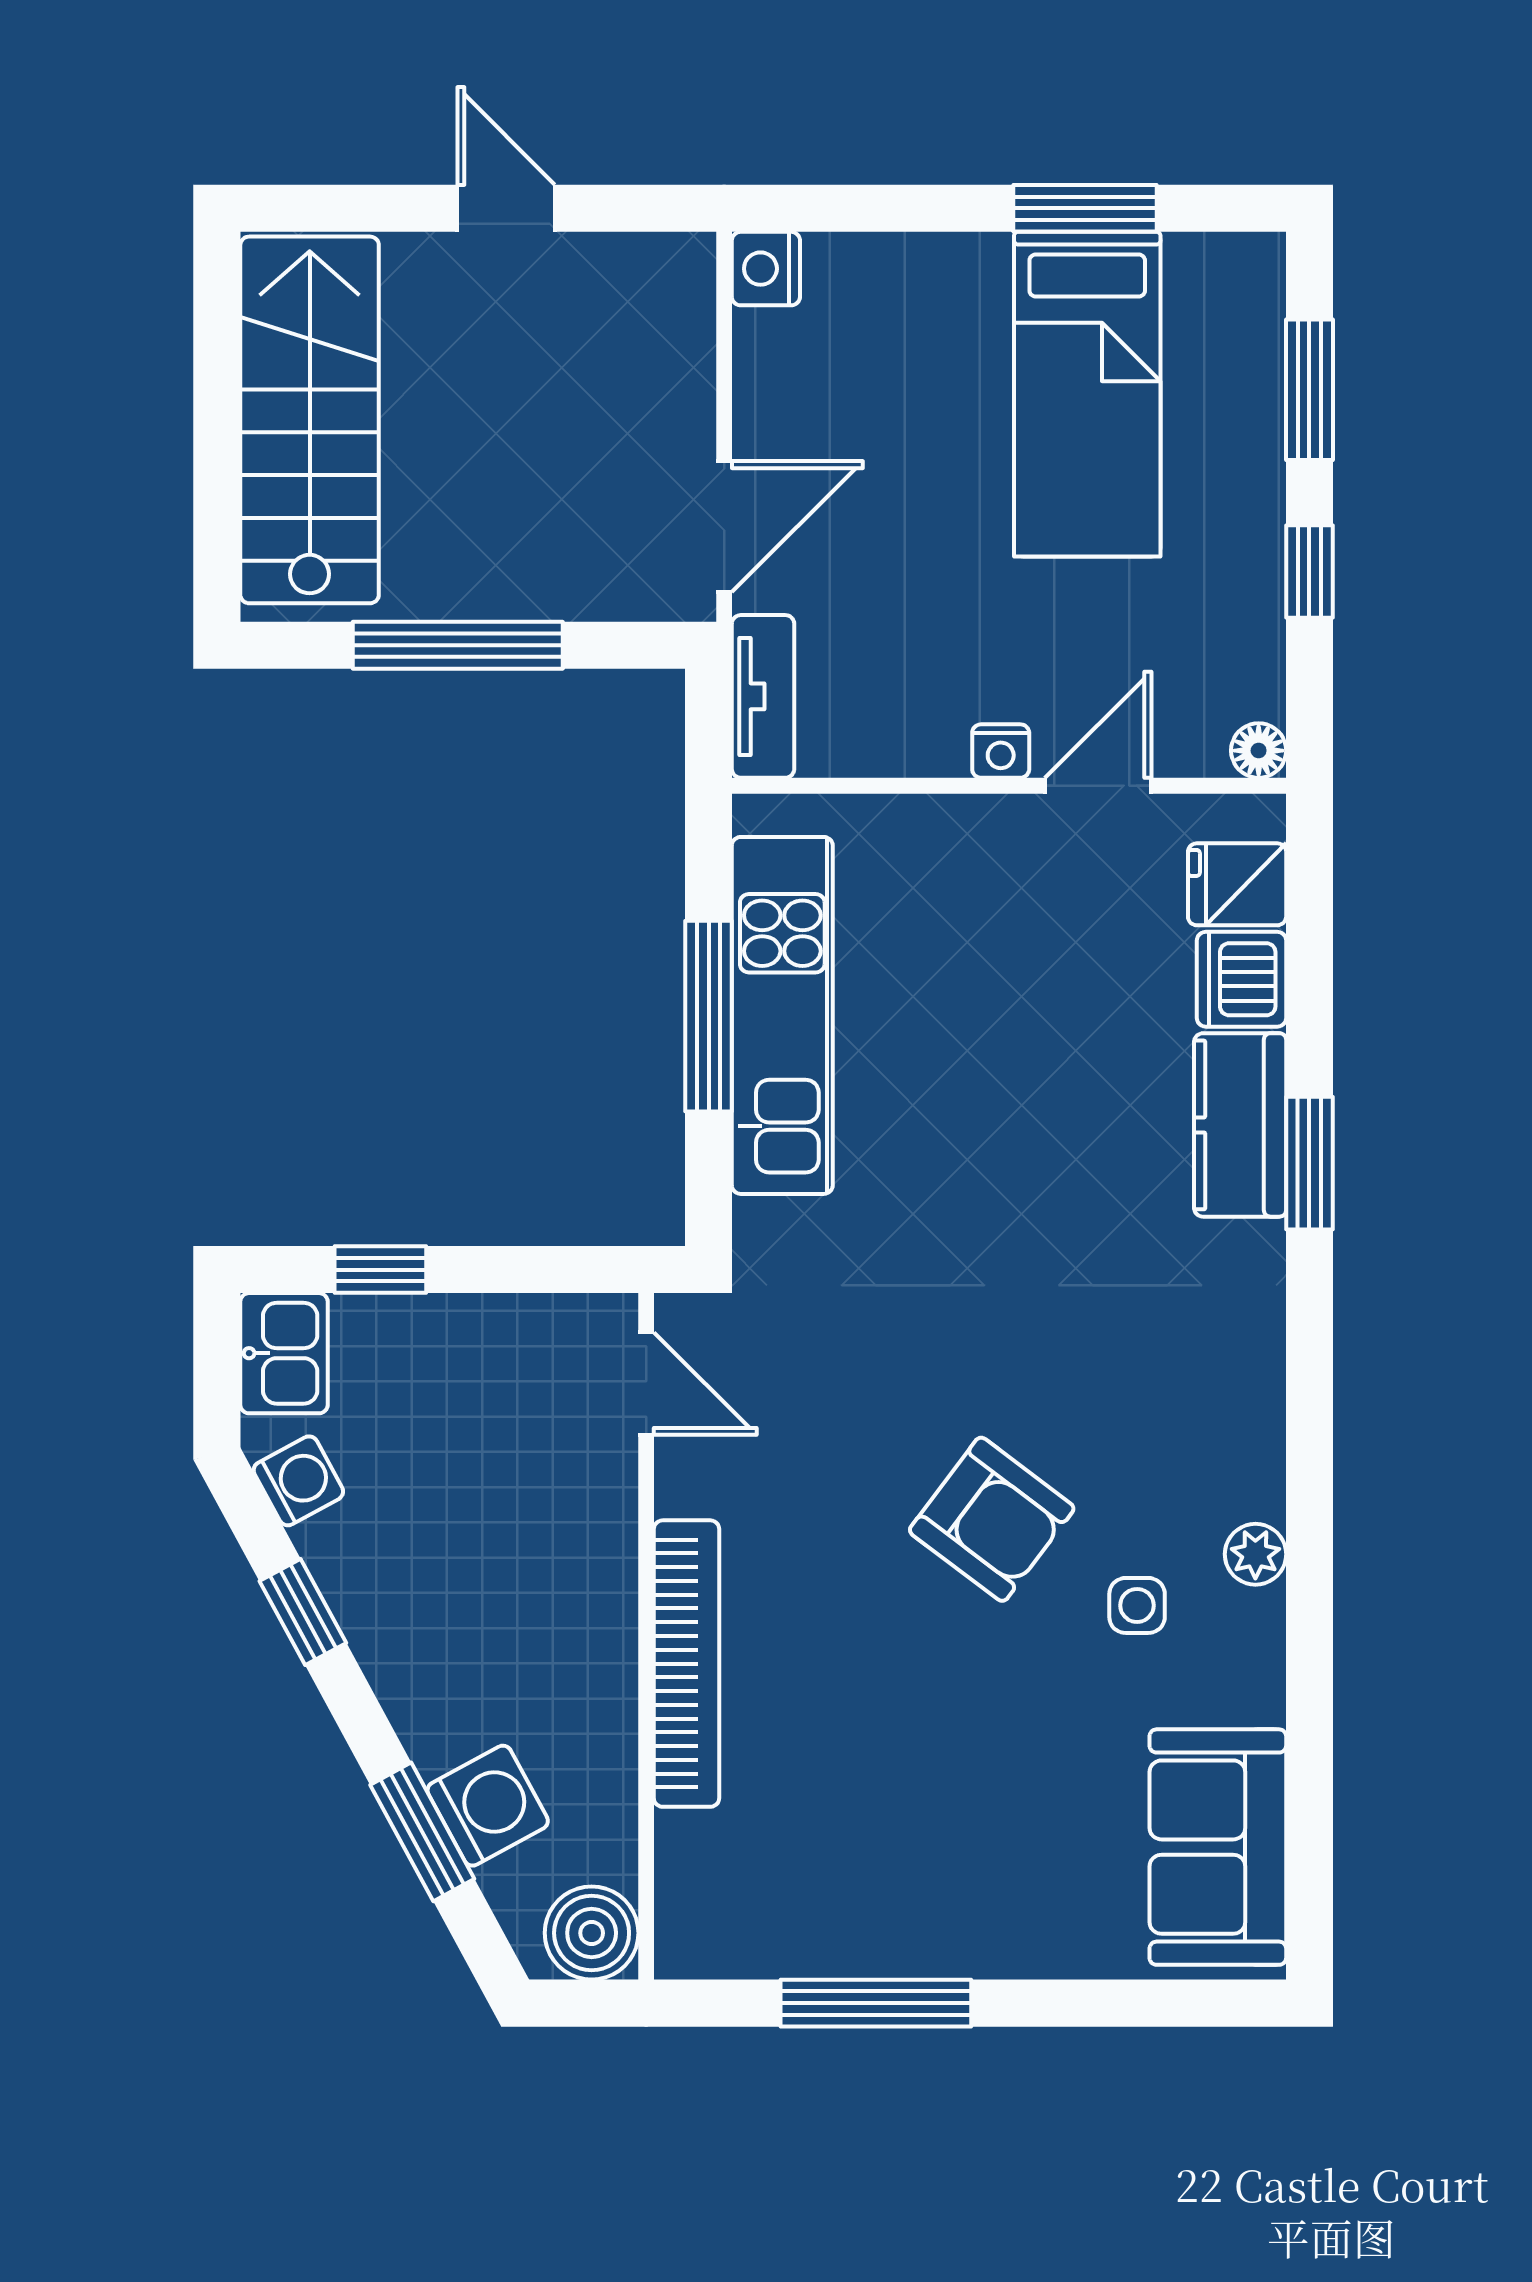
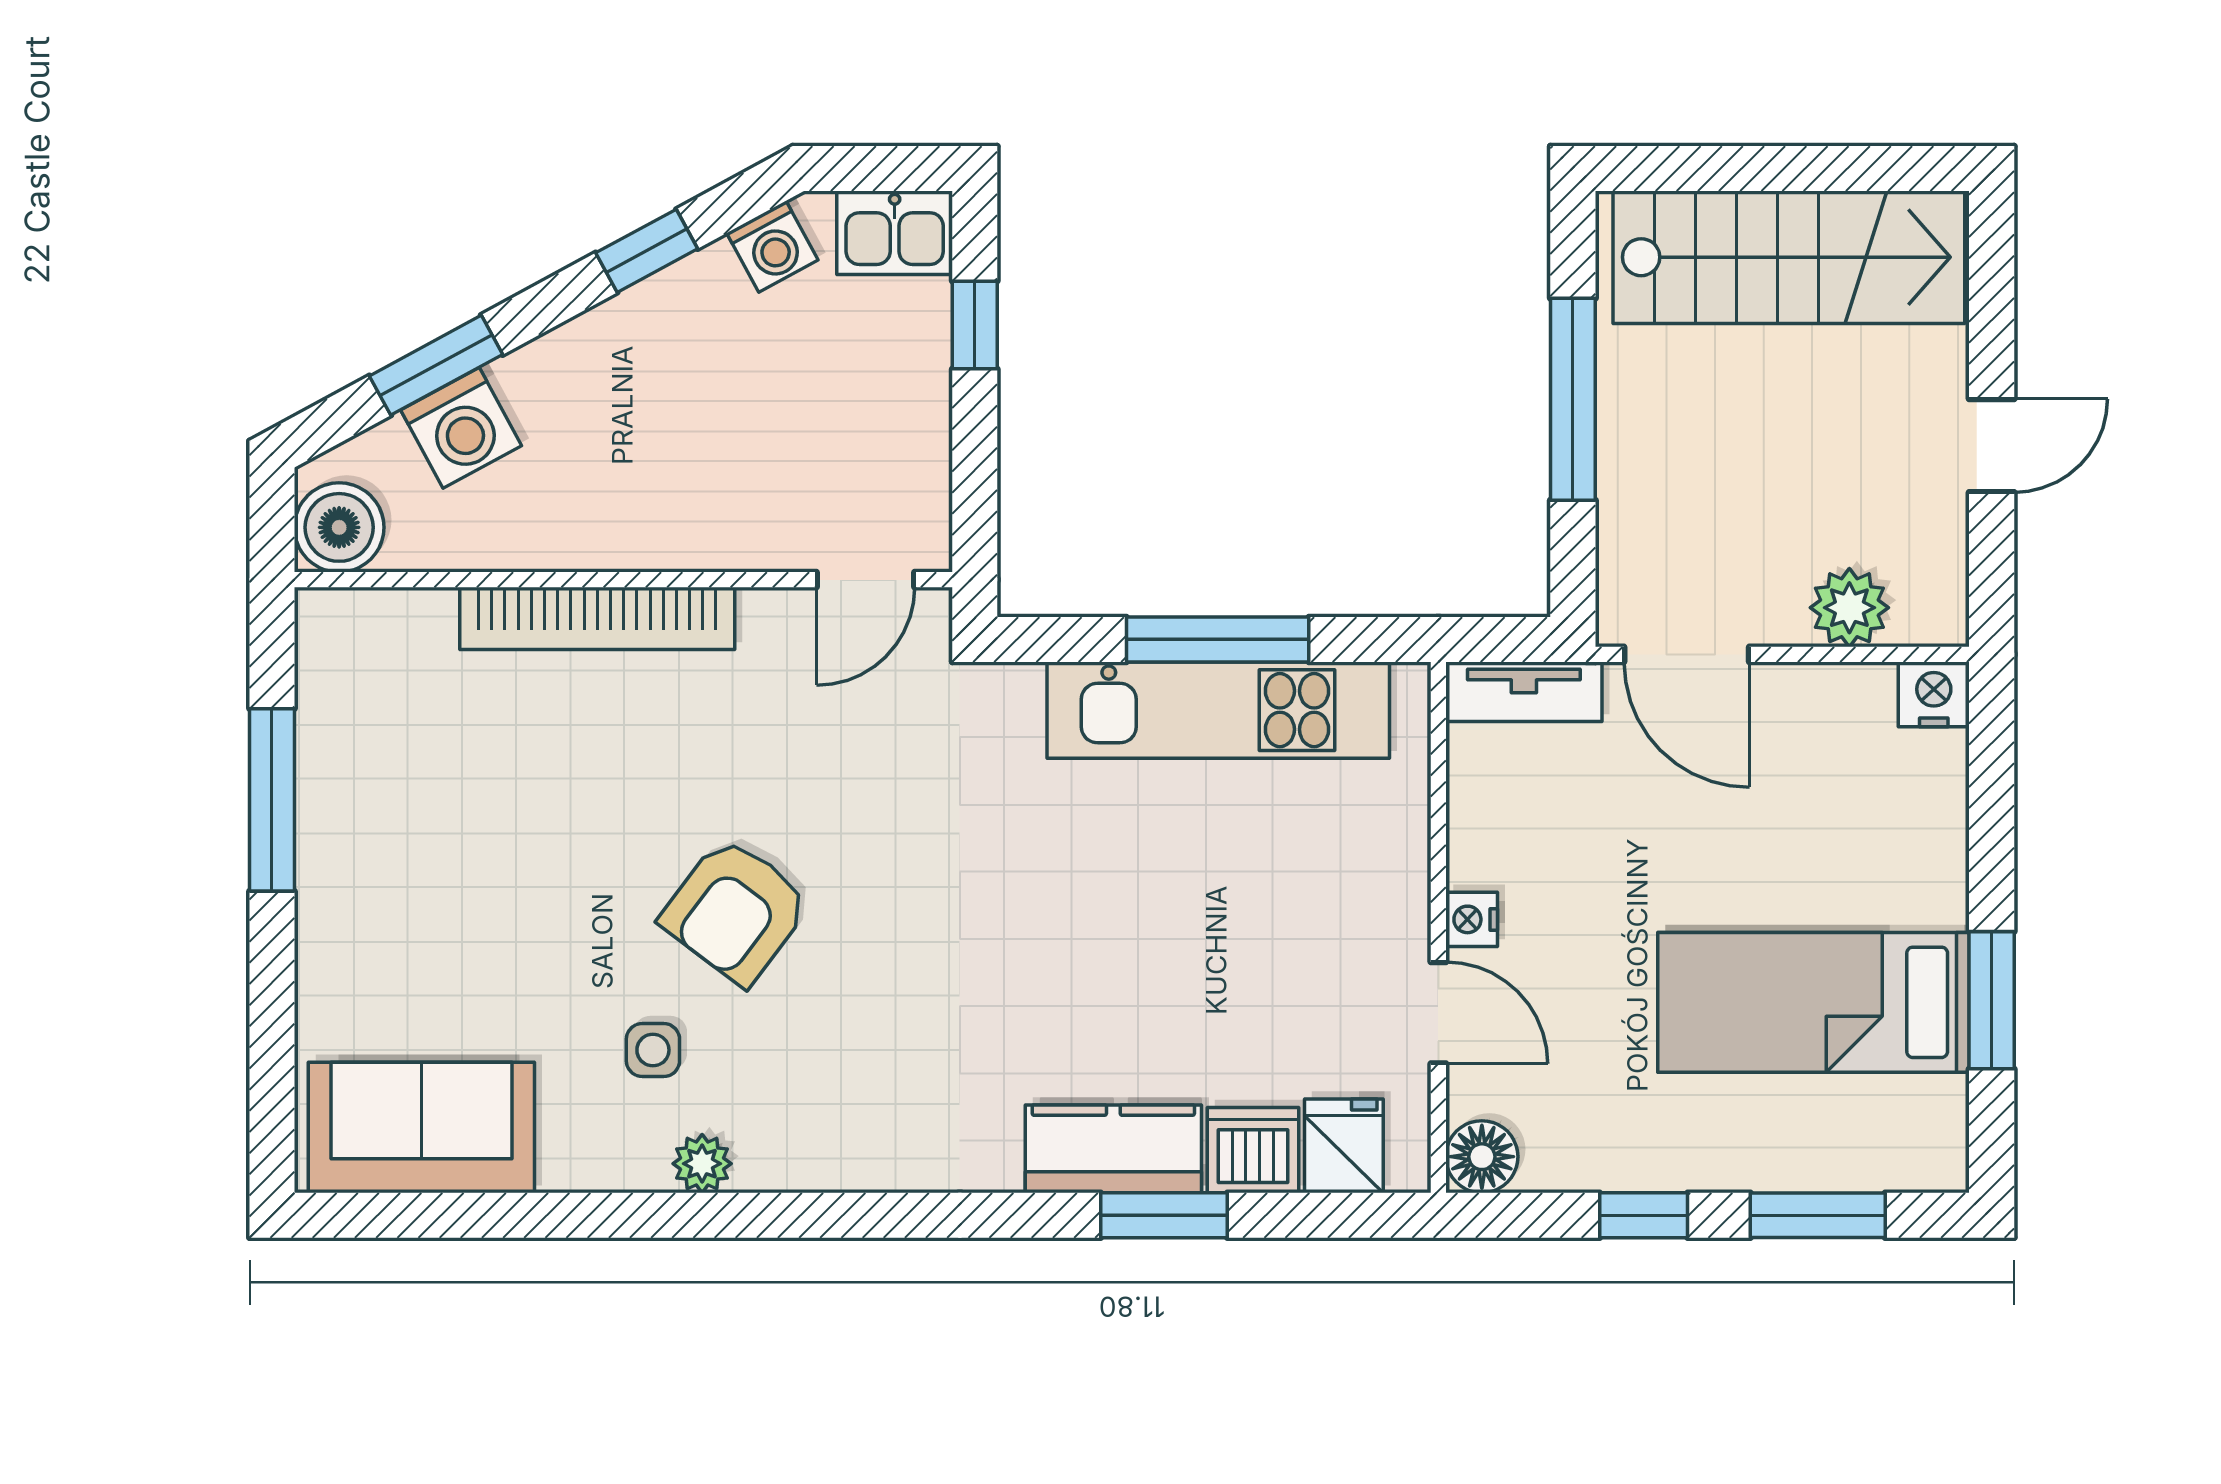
plant: (675, 357) -> (1849, 608), added
floor lamp: (1259, 751) -> (1482, 1157), width x1.37, depth x1.37
window: (1309, 1163) -> (1164, 1215), moved

